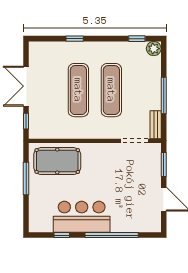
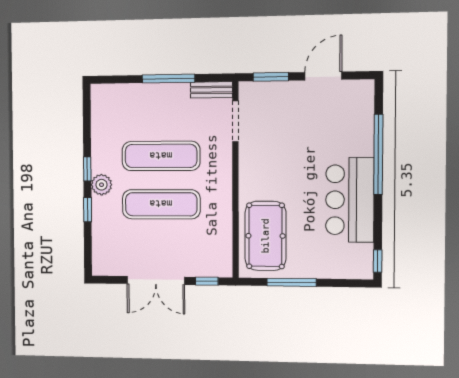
window: (137, 39) -> (87, 169), moved
plant: (154, 49) -> (102, 185), moved
window: (62, 235) -> (378, 261), moved

